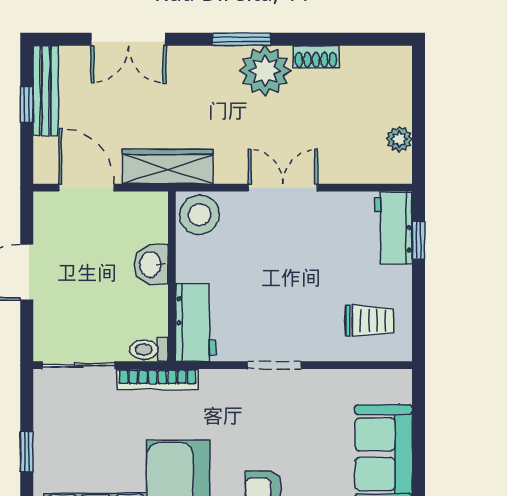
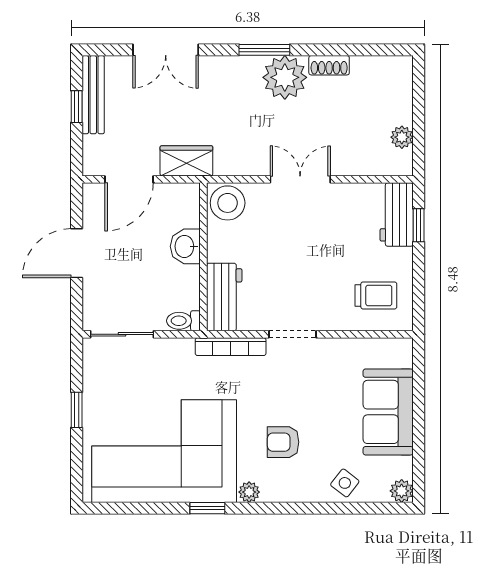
wardrobe: (168, 166) -> (186, 161), width x0.67
door: (87, 188) -> (129, 179), swing flipped
bookcase: (158, 379) -> (231, 347), moved

